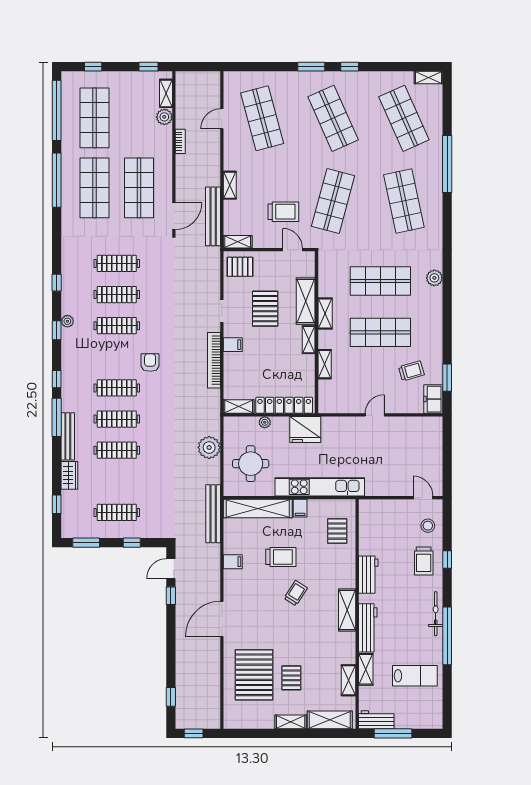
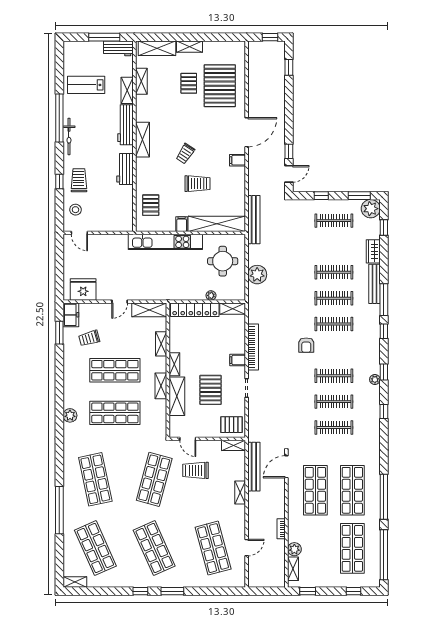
shelving: (339, 405) -> (149, 310), added
fridge: (305, 429) -> (83, 290), moved
plant: (72, 527) -> (371, 209), added
trolley: (281, 557) -> (198, 184), turned 180
filing cabinet: (233, 562) -> (237, 160), moved

